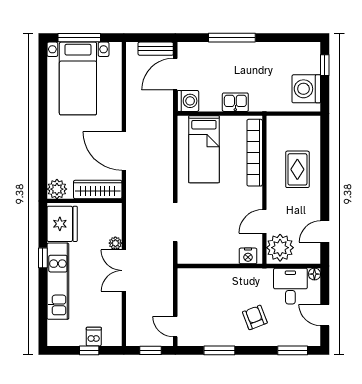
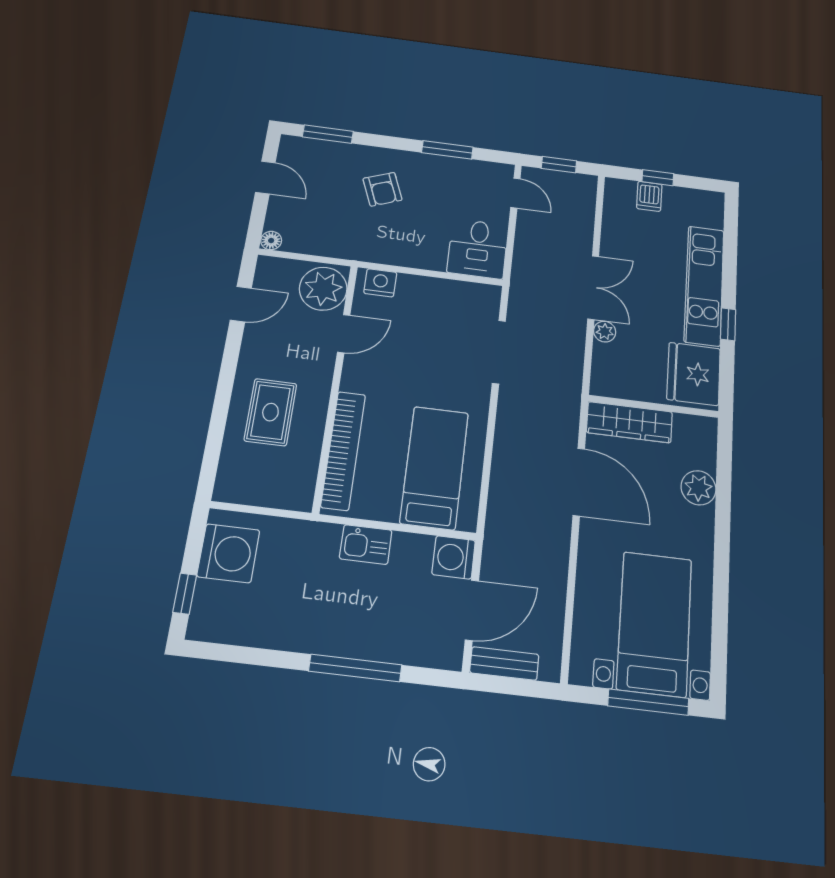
plant: (57, 189) -> (699, 488), moved
desk: (290, 286) -> (478, 249), moved

